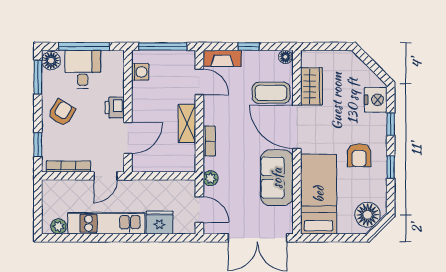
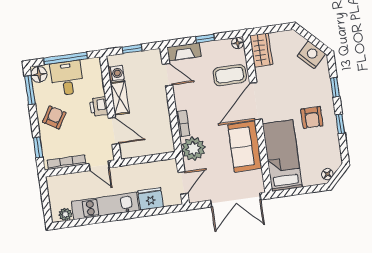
window: (163, 46) -> (132, 49), width x0.46
wardrobe: (311, 86) -> (261, 50), moved
nightstand: (376, 100) -> (311, 55), moved, turned -45
shelving: (187, 123) -> (120, 98), moved
door: (297, 127) -> (256, 101), hinge flipped
door: (128, 138) -> (114, 131), hinge flipped
door: (106, 176) -> (99, 166), hinge flipped
plant: (211, 178) -> (193, 149), width x1.88, depth x1.88
door: (199, 210) -> (183, 183), hinge flipped
floor lamp: (368, 215) -> (327, 174), width x0.53, depth x0.53

